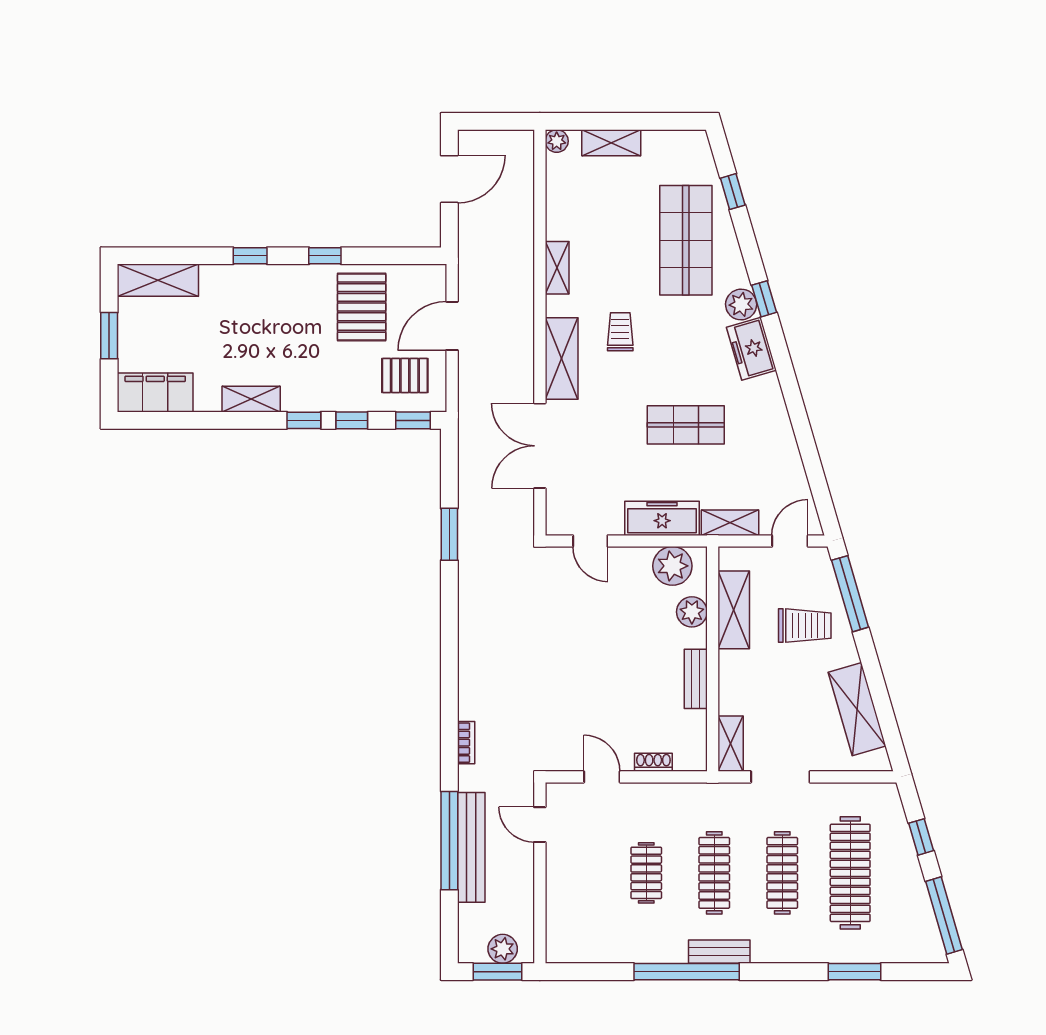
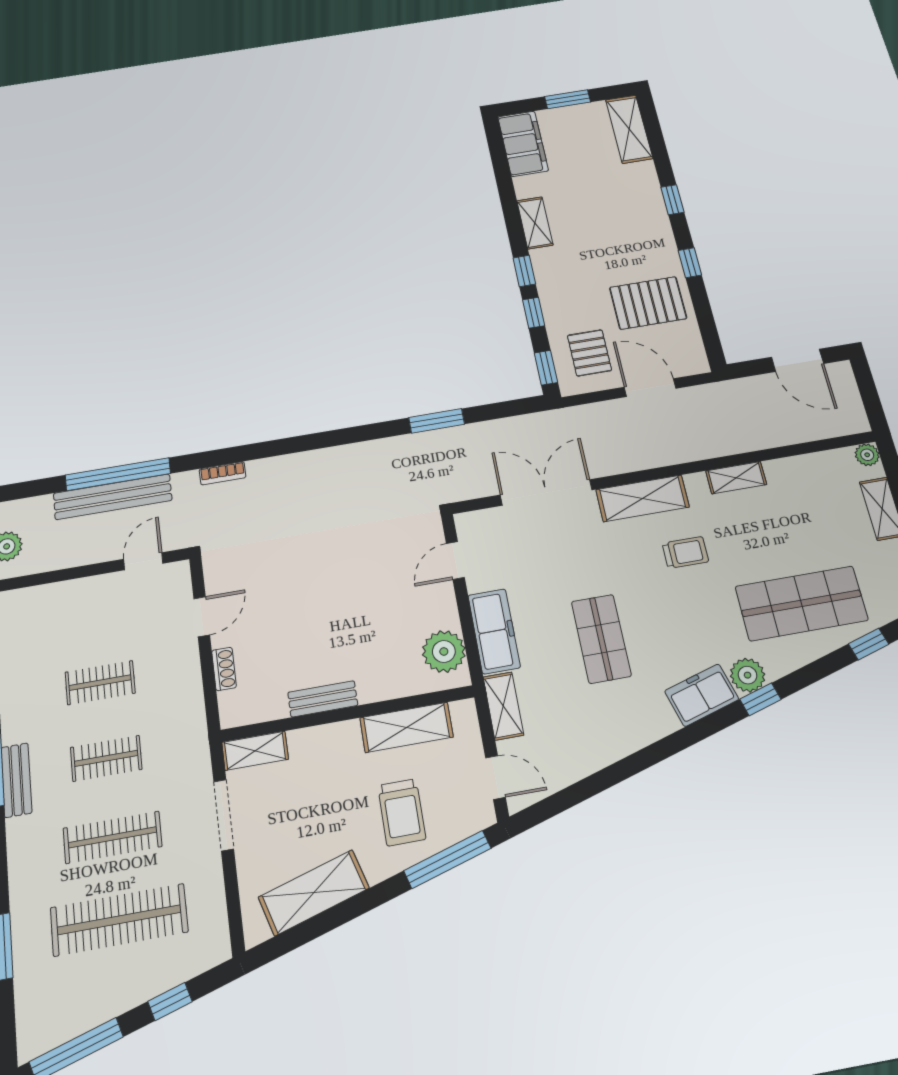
plant: (692, 612) -> (397, 681), removed
clothes rail: (714, 873) -> (106, 758), width x0.73

